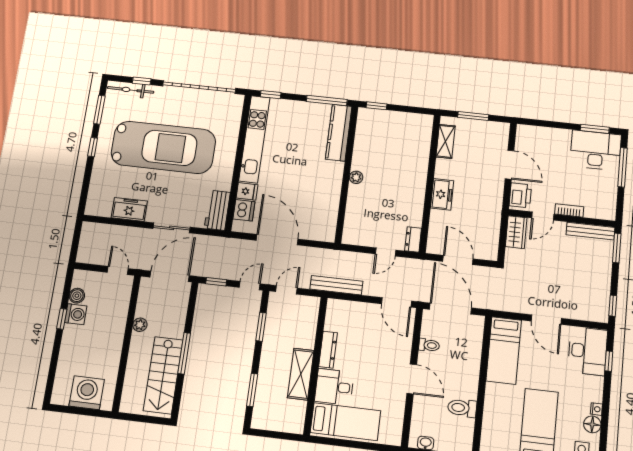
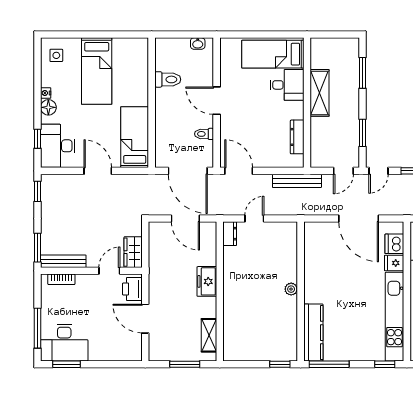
bookcase: (569, 210) -> (61, 279), moved
dresser: (328, 350) -> (297, 137), moved
floor lamp: (592, 424) -> (48, 107), moved

